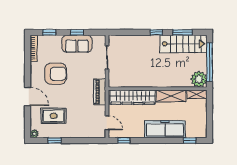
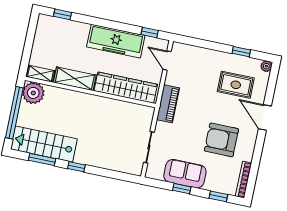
freezer: (165, 129) -> (116, 41), moved

